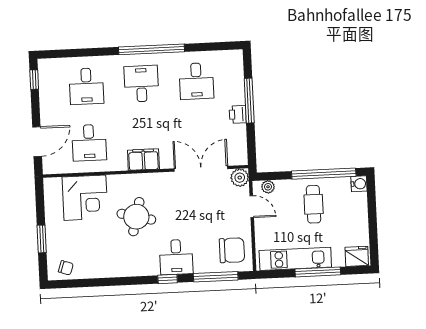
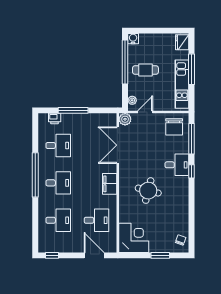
desk: (141, 84) -> (58, 183), turned 180
printer: (238, 114) -> (55, 119), moved
corner desk: (85, 198) -> (134, 238), moved
chair: (232, 250) -> (174, 127), turned 180

